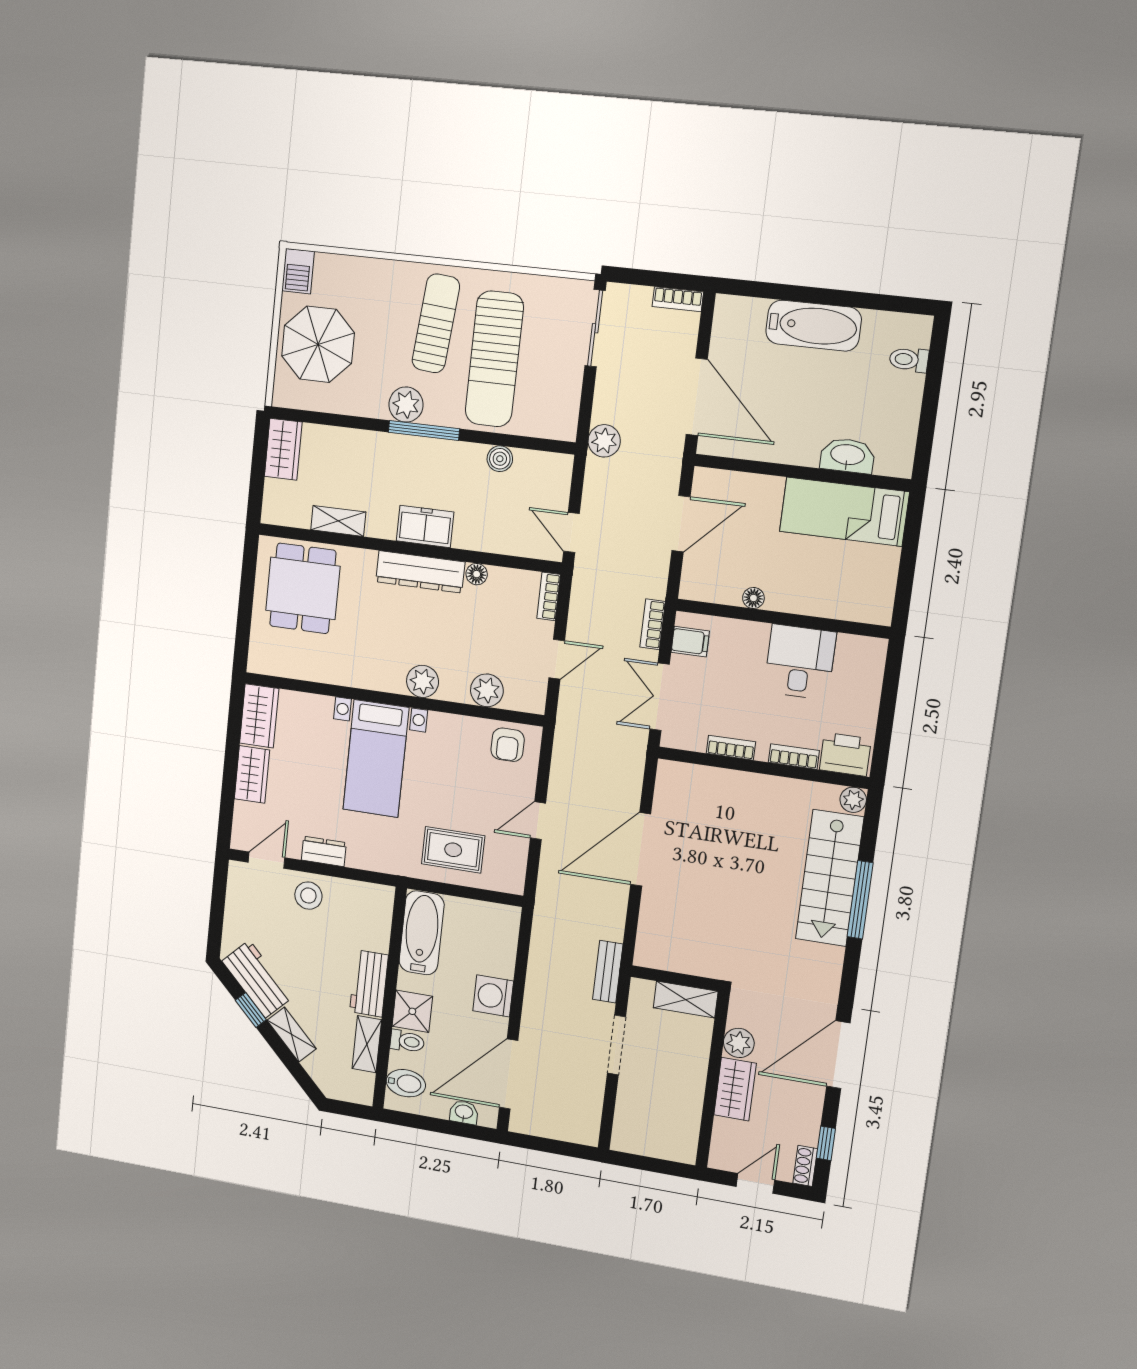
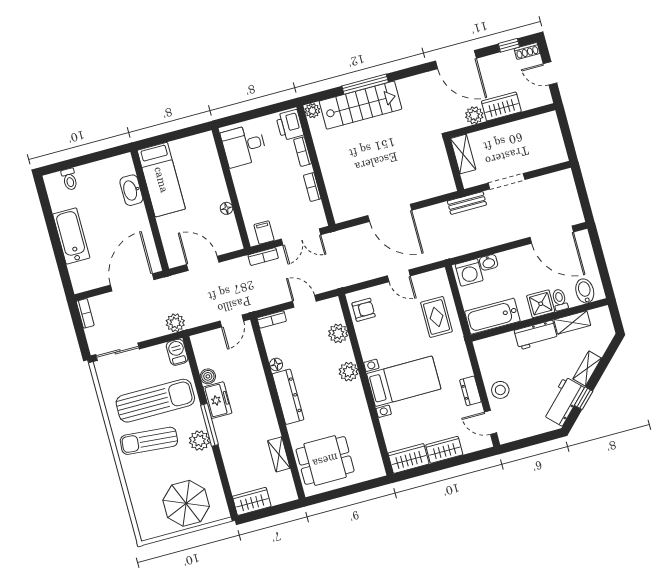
barbecue: (298, 271) -> (177, 352), moved, turned -90
freezer: (425, 526) -> (217, 400), moved, turned 180
desk: (800, 662) -> (244, 146), moved
washing machine: (493, 996) -> (469, 272), moved
washbasin: (464, 1112) -> (489, 262), moved, turned -90

